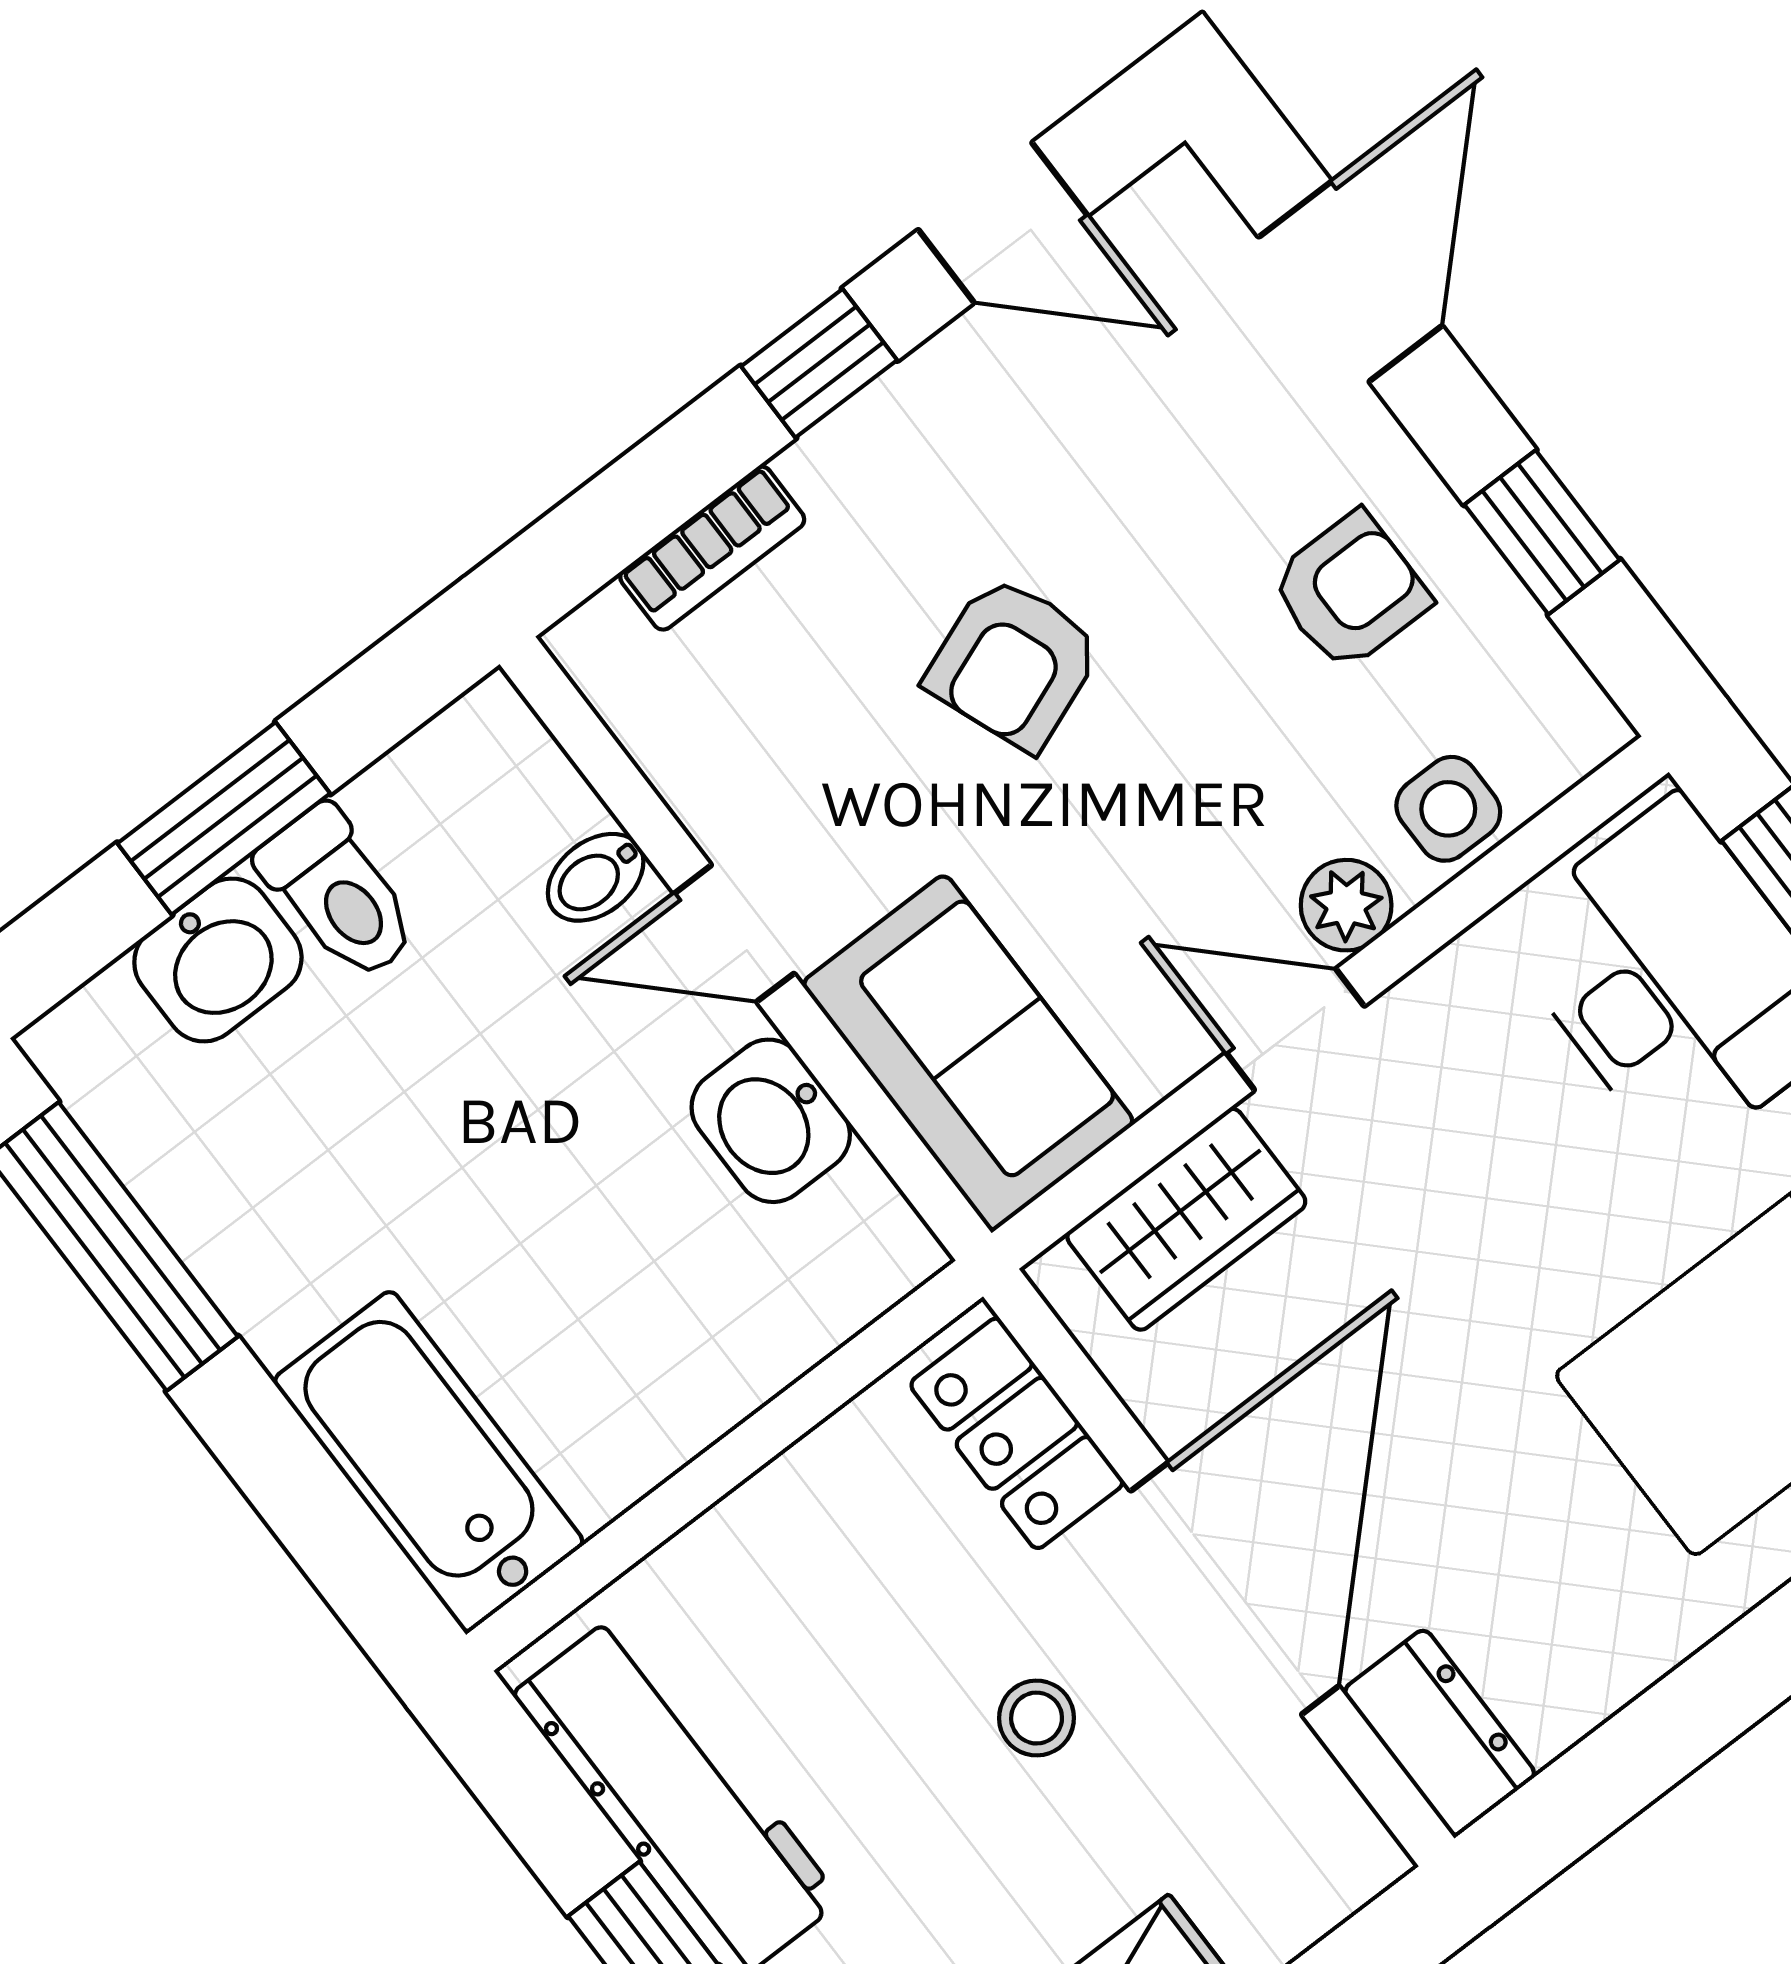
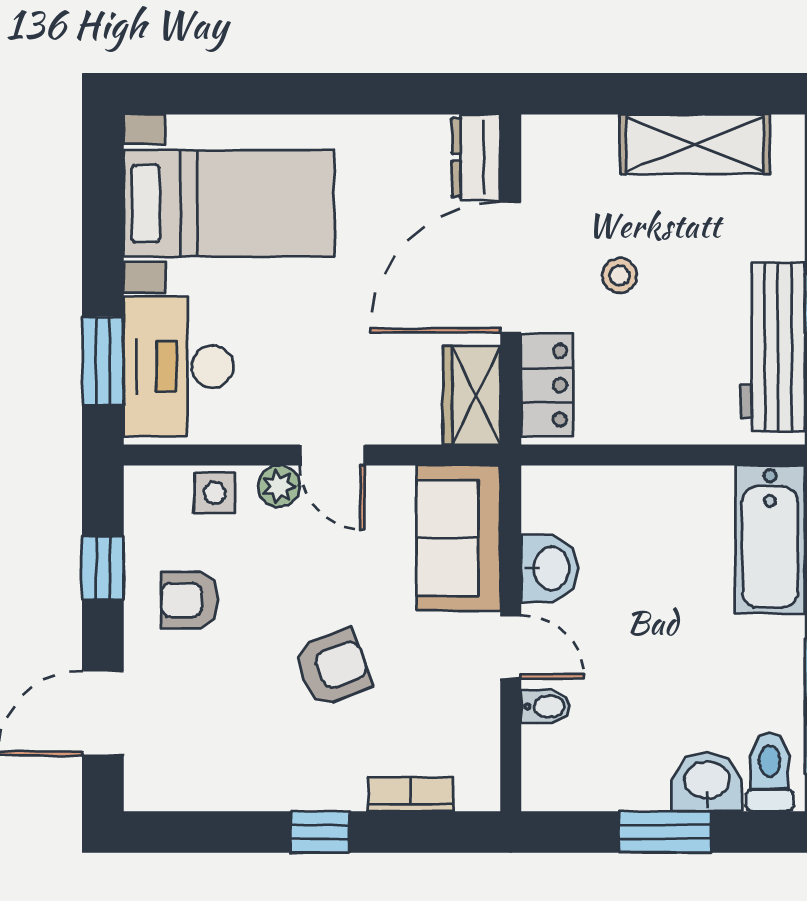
door: (1003, 223) -> (213, 832), removed
toilet: (339, 894) -> (770, 772), moved
wardrobe: (1186, 1219) -> (472, 395), moved, turned -90

